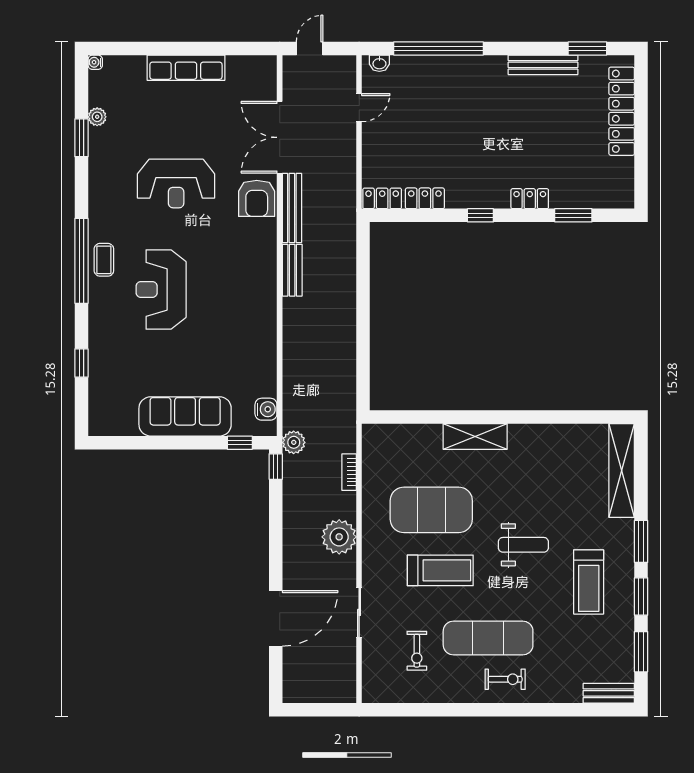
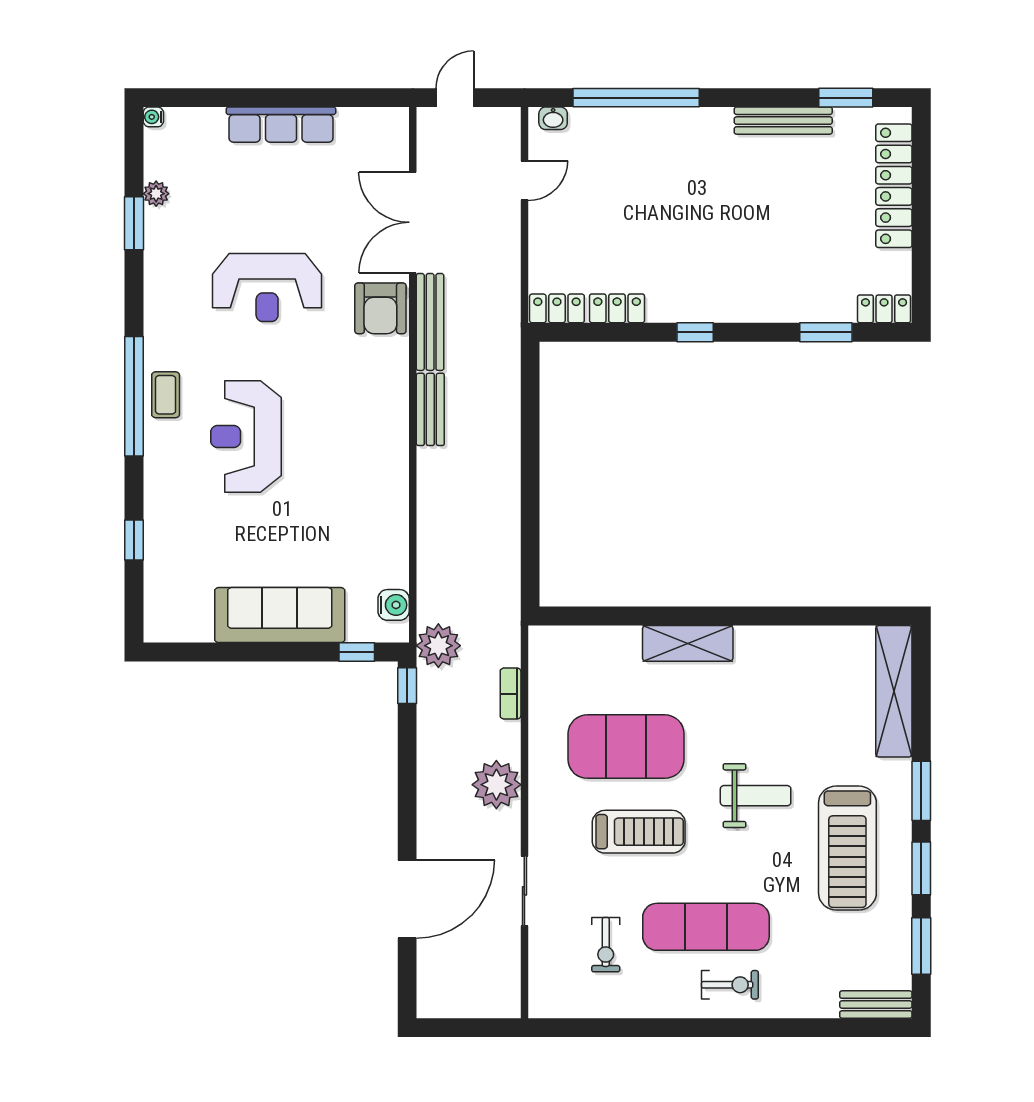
locker: (530, 199) -> (884, 309), moved
plant: (294, 442) -> (438, 646), width x1.36, depth x1.36
treadmill: (589, 582) -> (847, 848), width x1.37, depth x1.38

